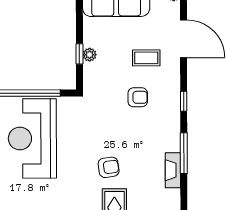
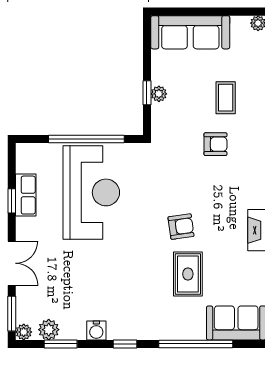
coffee table: (146, 58) -> (226, 98), turned 90
reception desk: (32, 138) -> (91, 192), turned 180

